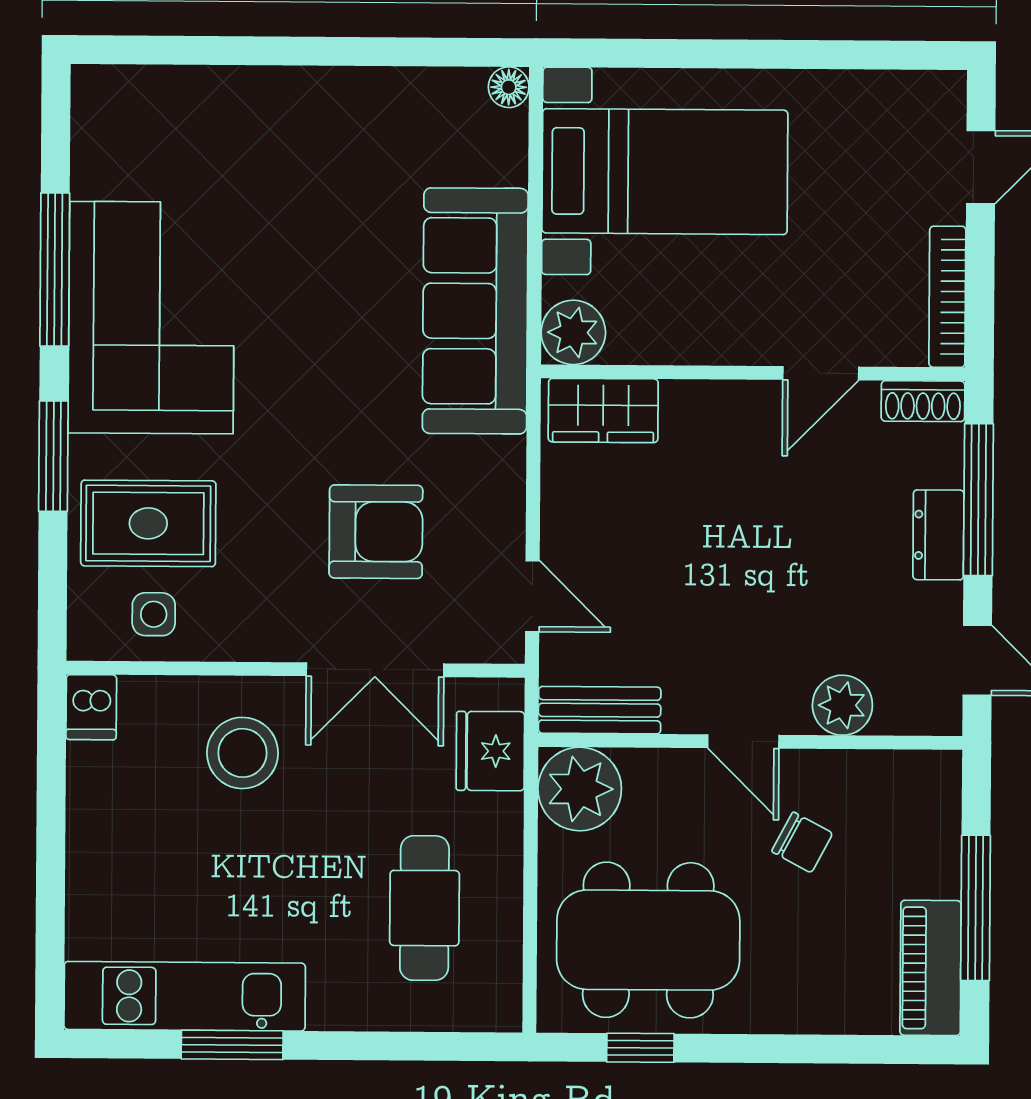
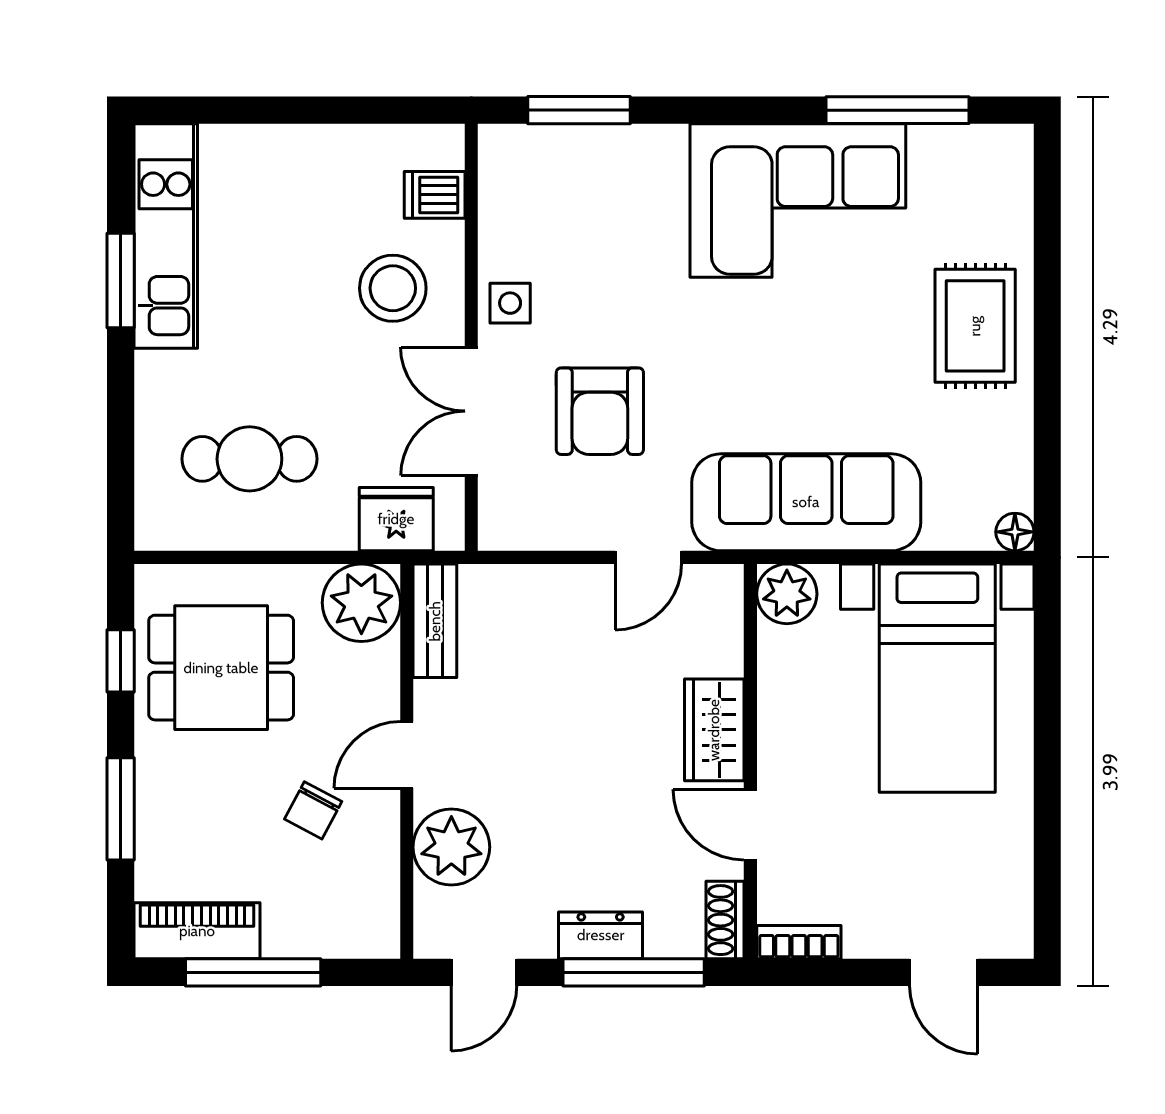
window: (55, 270) -> (897, 110), moved
bookcase: (947, 297) -> (799, 942), width x0.64
wardrobe: (603, 410) -> (714, 730), moved
window: (53, 456) -> (579, 110), moved
rug: (148, 523) -> (975, 326), moved
door: (532, 596) -> (648, 557), moved
side table: (154, 614) -> (510, 303), moved
plant: (842, 705) -> (451, 847), width x1.36, depth x1.36
dishwasher: (91, 707) -> (435, 195), moved
dining table: (648, 940) -> (221, 668), width x0.73
window: (799, 1049) -> (121, 809), added

